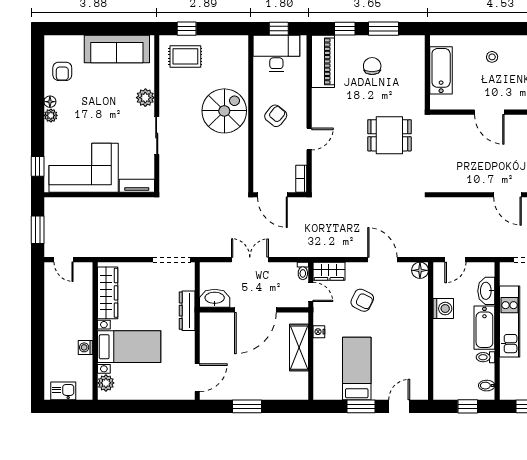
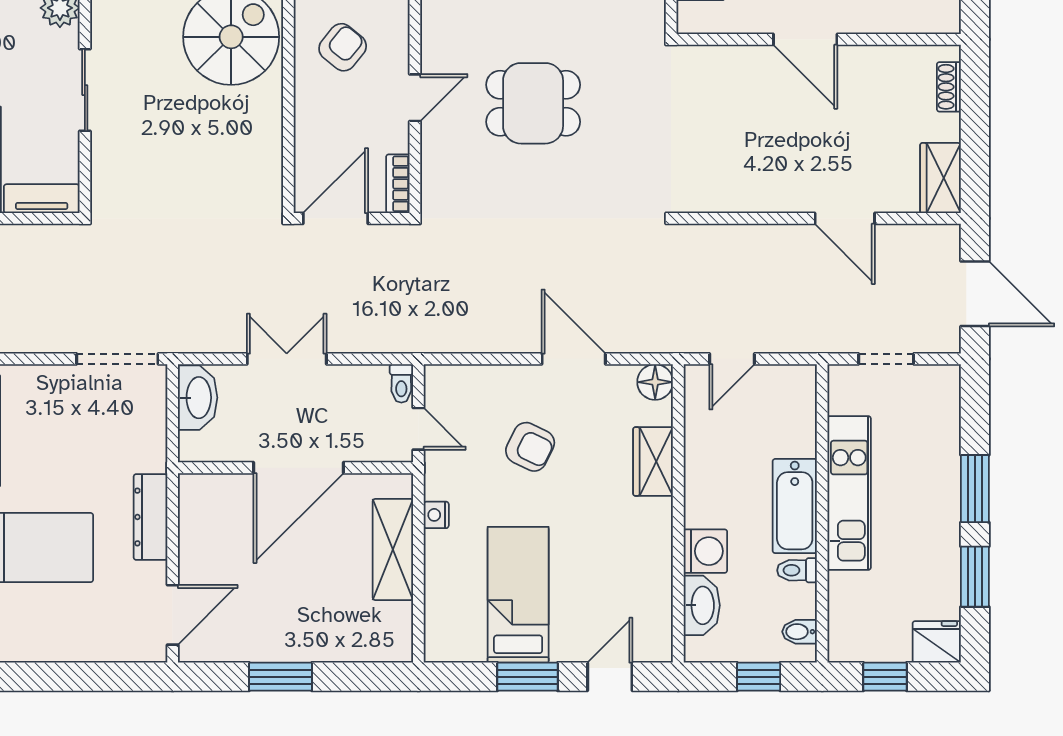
dining table: (389, 135) -> (533, 103), moved
door: (272, 195) -> (336, 218), swing flipped
wardrobe: (329, 271) -> (653, 462), moved, turned 90
washbasin: (486, 291) -> (702, 605), moved, turned 180
washbasin: (215, 298) -> (198, 398), moved, turned 90
washing machine: (443, 309) -> (705, 551), moved
dresser: (187, 311) -> (151, 517), moved

